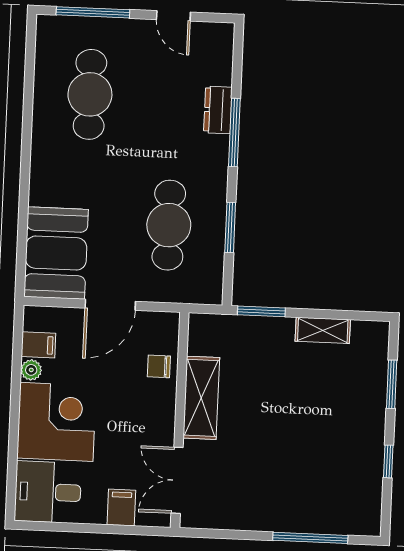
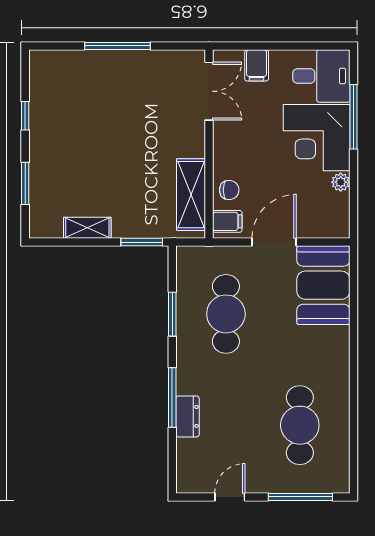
door: (173, 16) -> (230, 497), hinge flipped
filing cabinet: (38, 345) -> (227, 221), moved, turned 180
shelving: (201, 398) -> (191, 195), moved
window: (13, 444) -> (354, 117), added
window: (310, 538) -> (118, 46), moved

